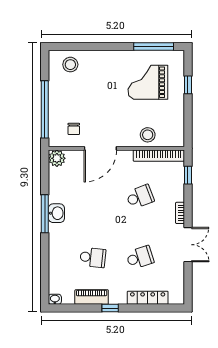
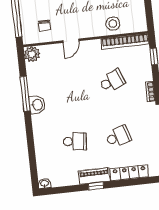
door: (100, 148) -> (71, 41), width x0.53
window: (45, 214) -> (25, 94), moved
piano: (92, 297) -> (94, 176), moved

